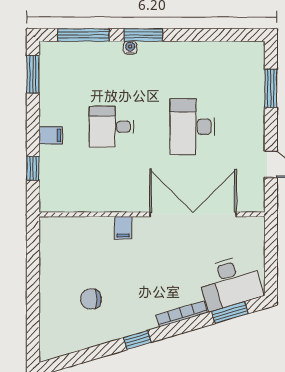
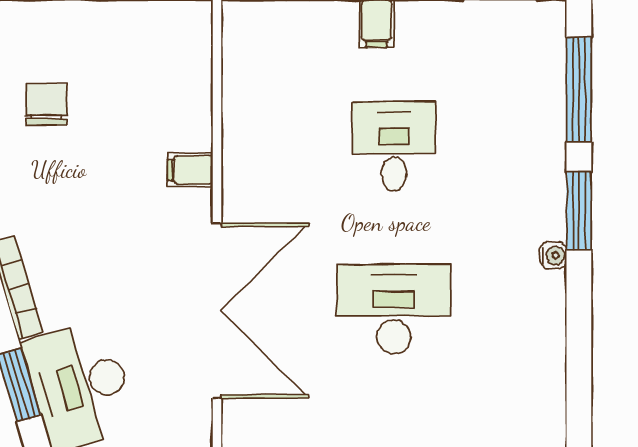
water cooler: (130, 48) -> (553, 255), moved

